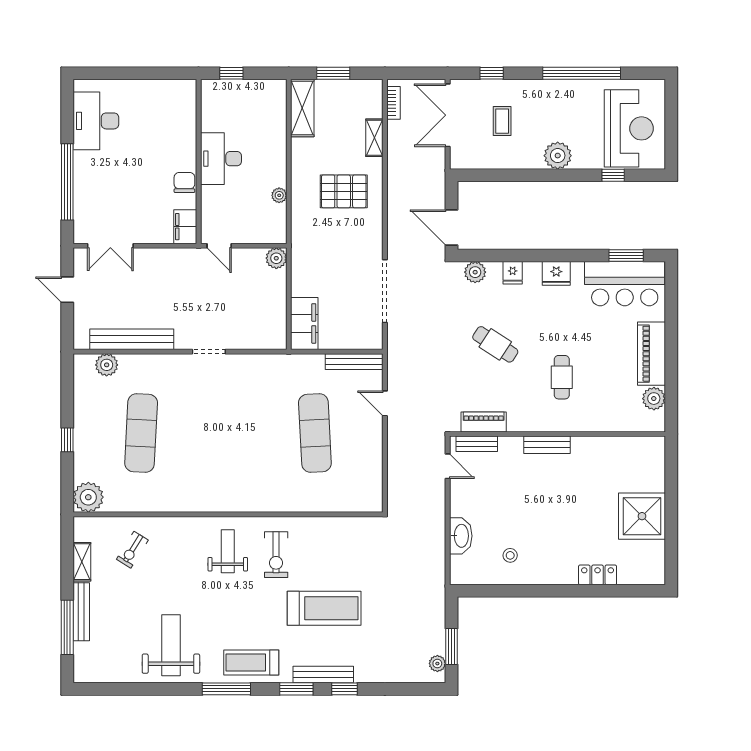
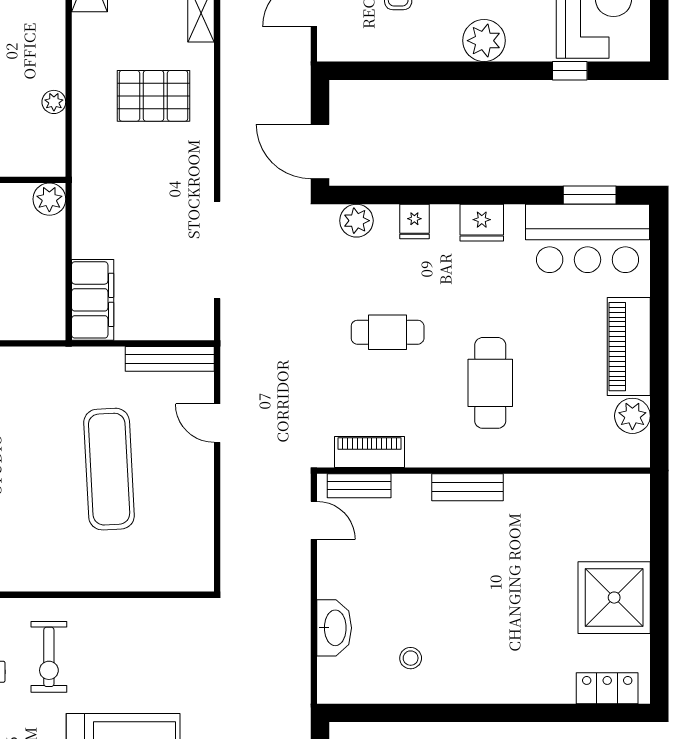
cafe table: (495, 344) -> (388, 332), turned -33
cafe table: (562, 377) -> (490, 383), width x1.37, depth x1.35
locker: (598, 575) -> (607, 688), moved

